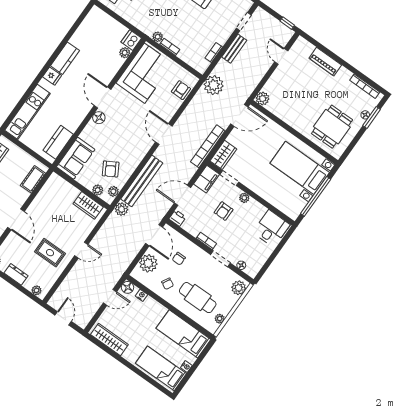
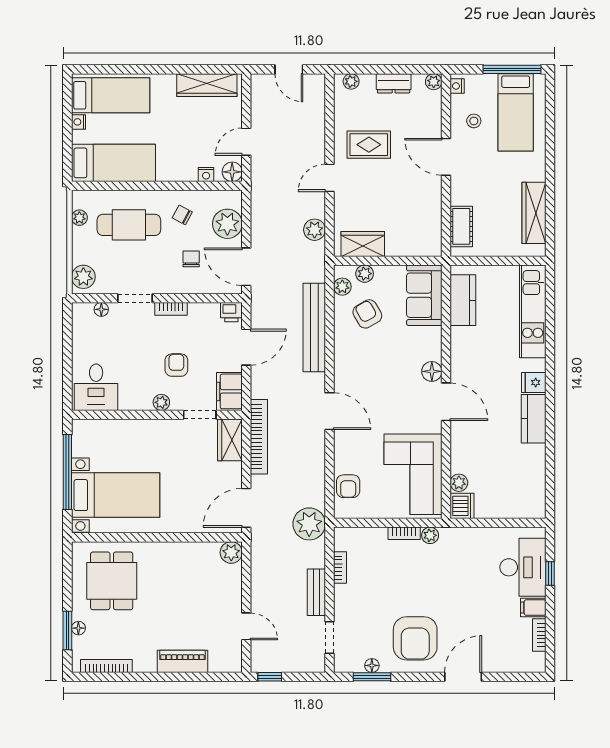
plant: (122, 209) -> (315, 230), moved

